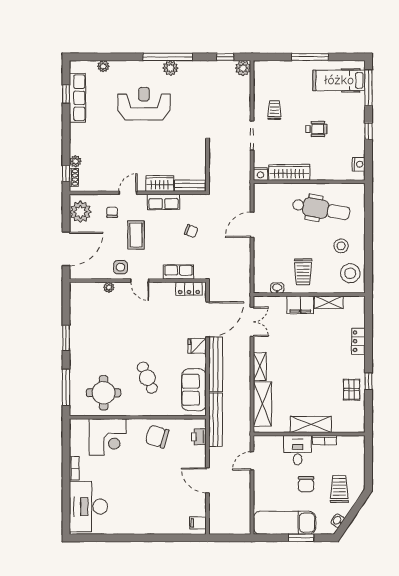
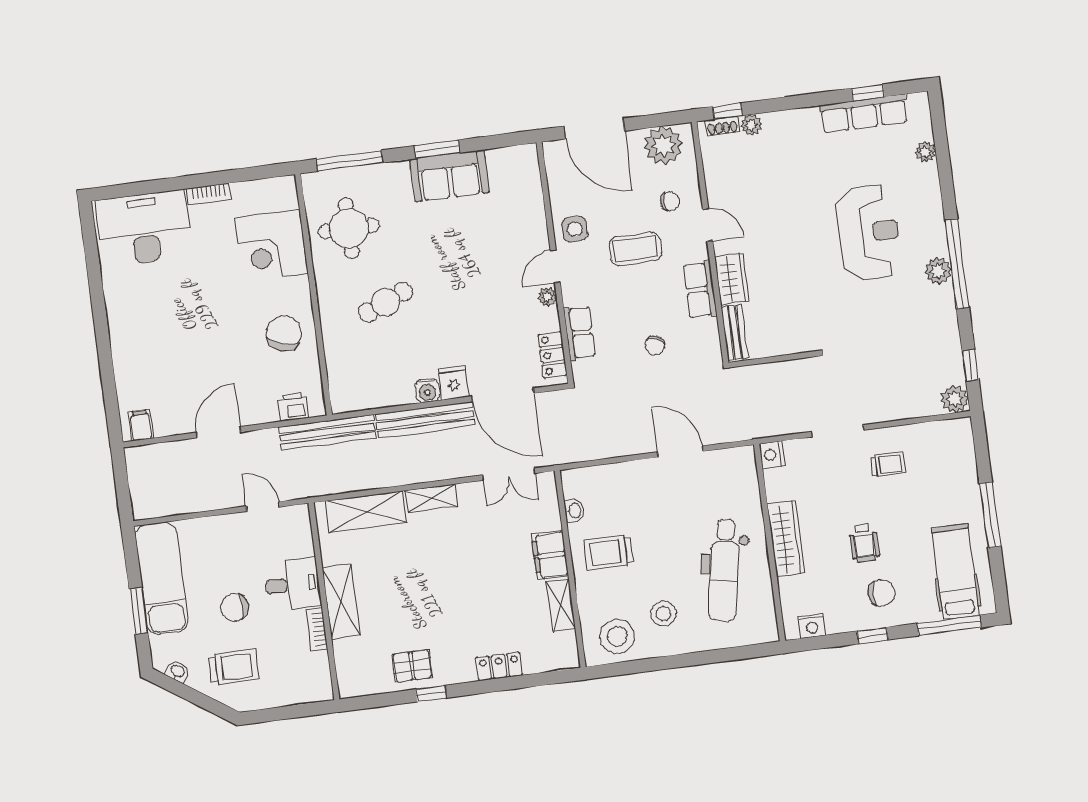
chair: (345, 123) -> (881, 593), added
wardrobe: (289, 172) -> (786, 539), moved
plant: (109, 287) -> (547, 297), moved
water cooler: (200, 361) -> (427, 391), added
sofa: (194, 390) -> (450, 176), moved, turned 180

